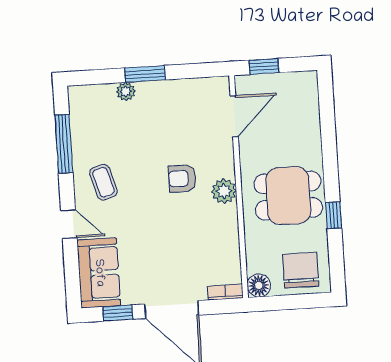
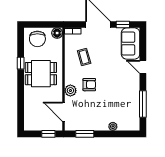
window: (145, 74) -> (85, 134), moved
door: (234, 116) -> (64, 112), hinge flipped
coffee table: (103, 182) -> (84, 57), moved
plant: (224, 191) -> (70, 91), moved

